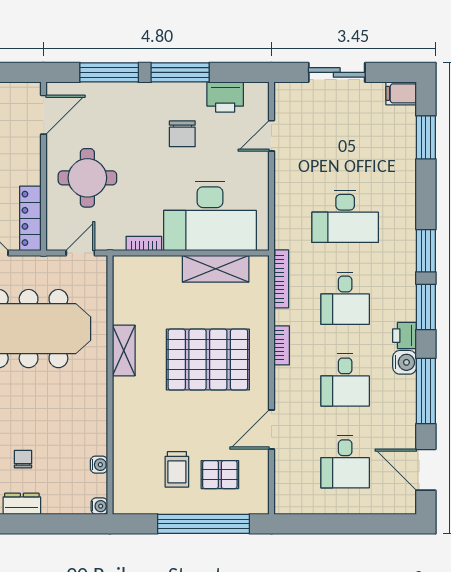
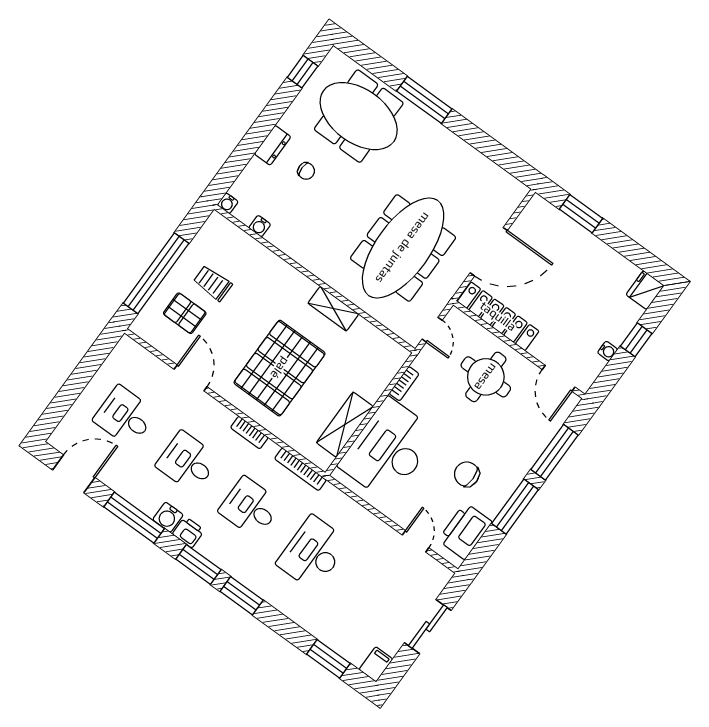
printer: (225, 97) -> (465, 531), width x1.37, depth x1.19
locker: (30, 218) -> (498, 316), width x1.41, depth x1.21
pallet: (220, 475) -> (185, 313), turned 90

